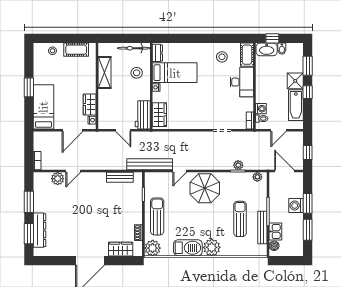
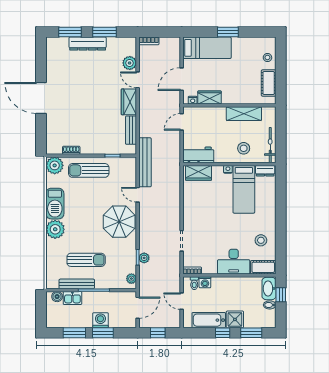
door: (72, 130) -> (182, 79), hinge flipped
door: (123, 130) -> (182, 122), moved
sun lounger: (157, 216) -> (89, 170), turned 180
dresser: (40, 230) -> (88, 44), moved
wardrobe: (121, 249) -> (129, 102), moved, turned 180

